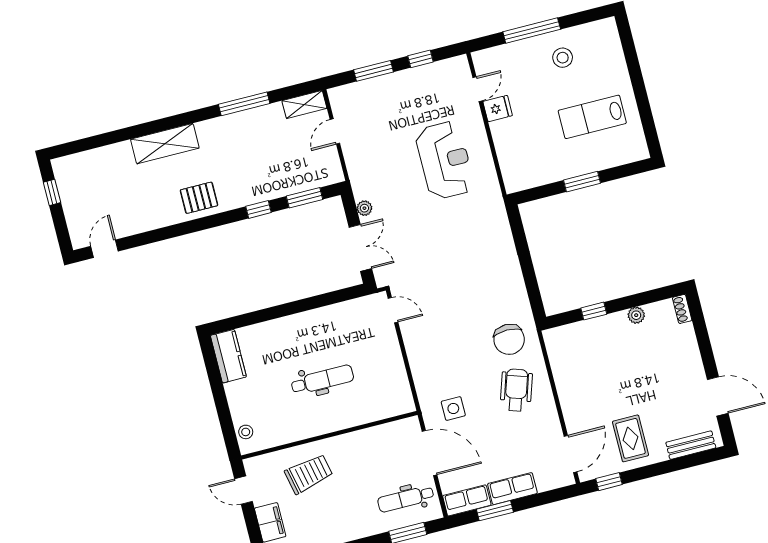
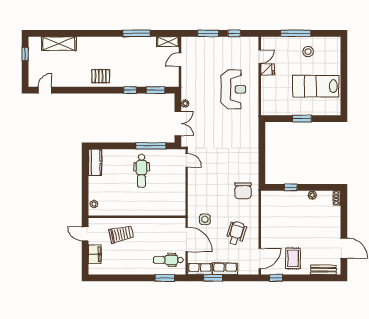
lab bench: (592, 117) -> (316, 86), width x1.36, depth x1.39
shelving: (165, 144) -> (59, 44), moved
window: (322, 301) -> (151, 146), added
dental chair: (322, 380) -> (141, 171), moved, turned 90
wheelchair: (516, 390) -> (236, 233), moved

